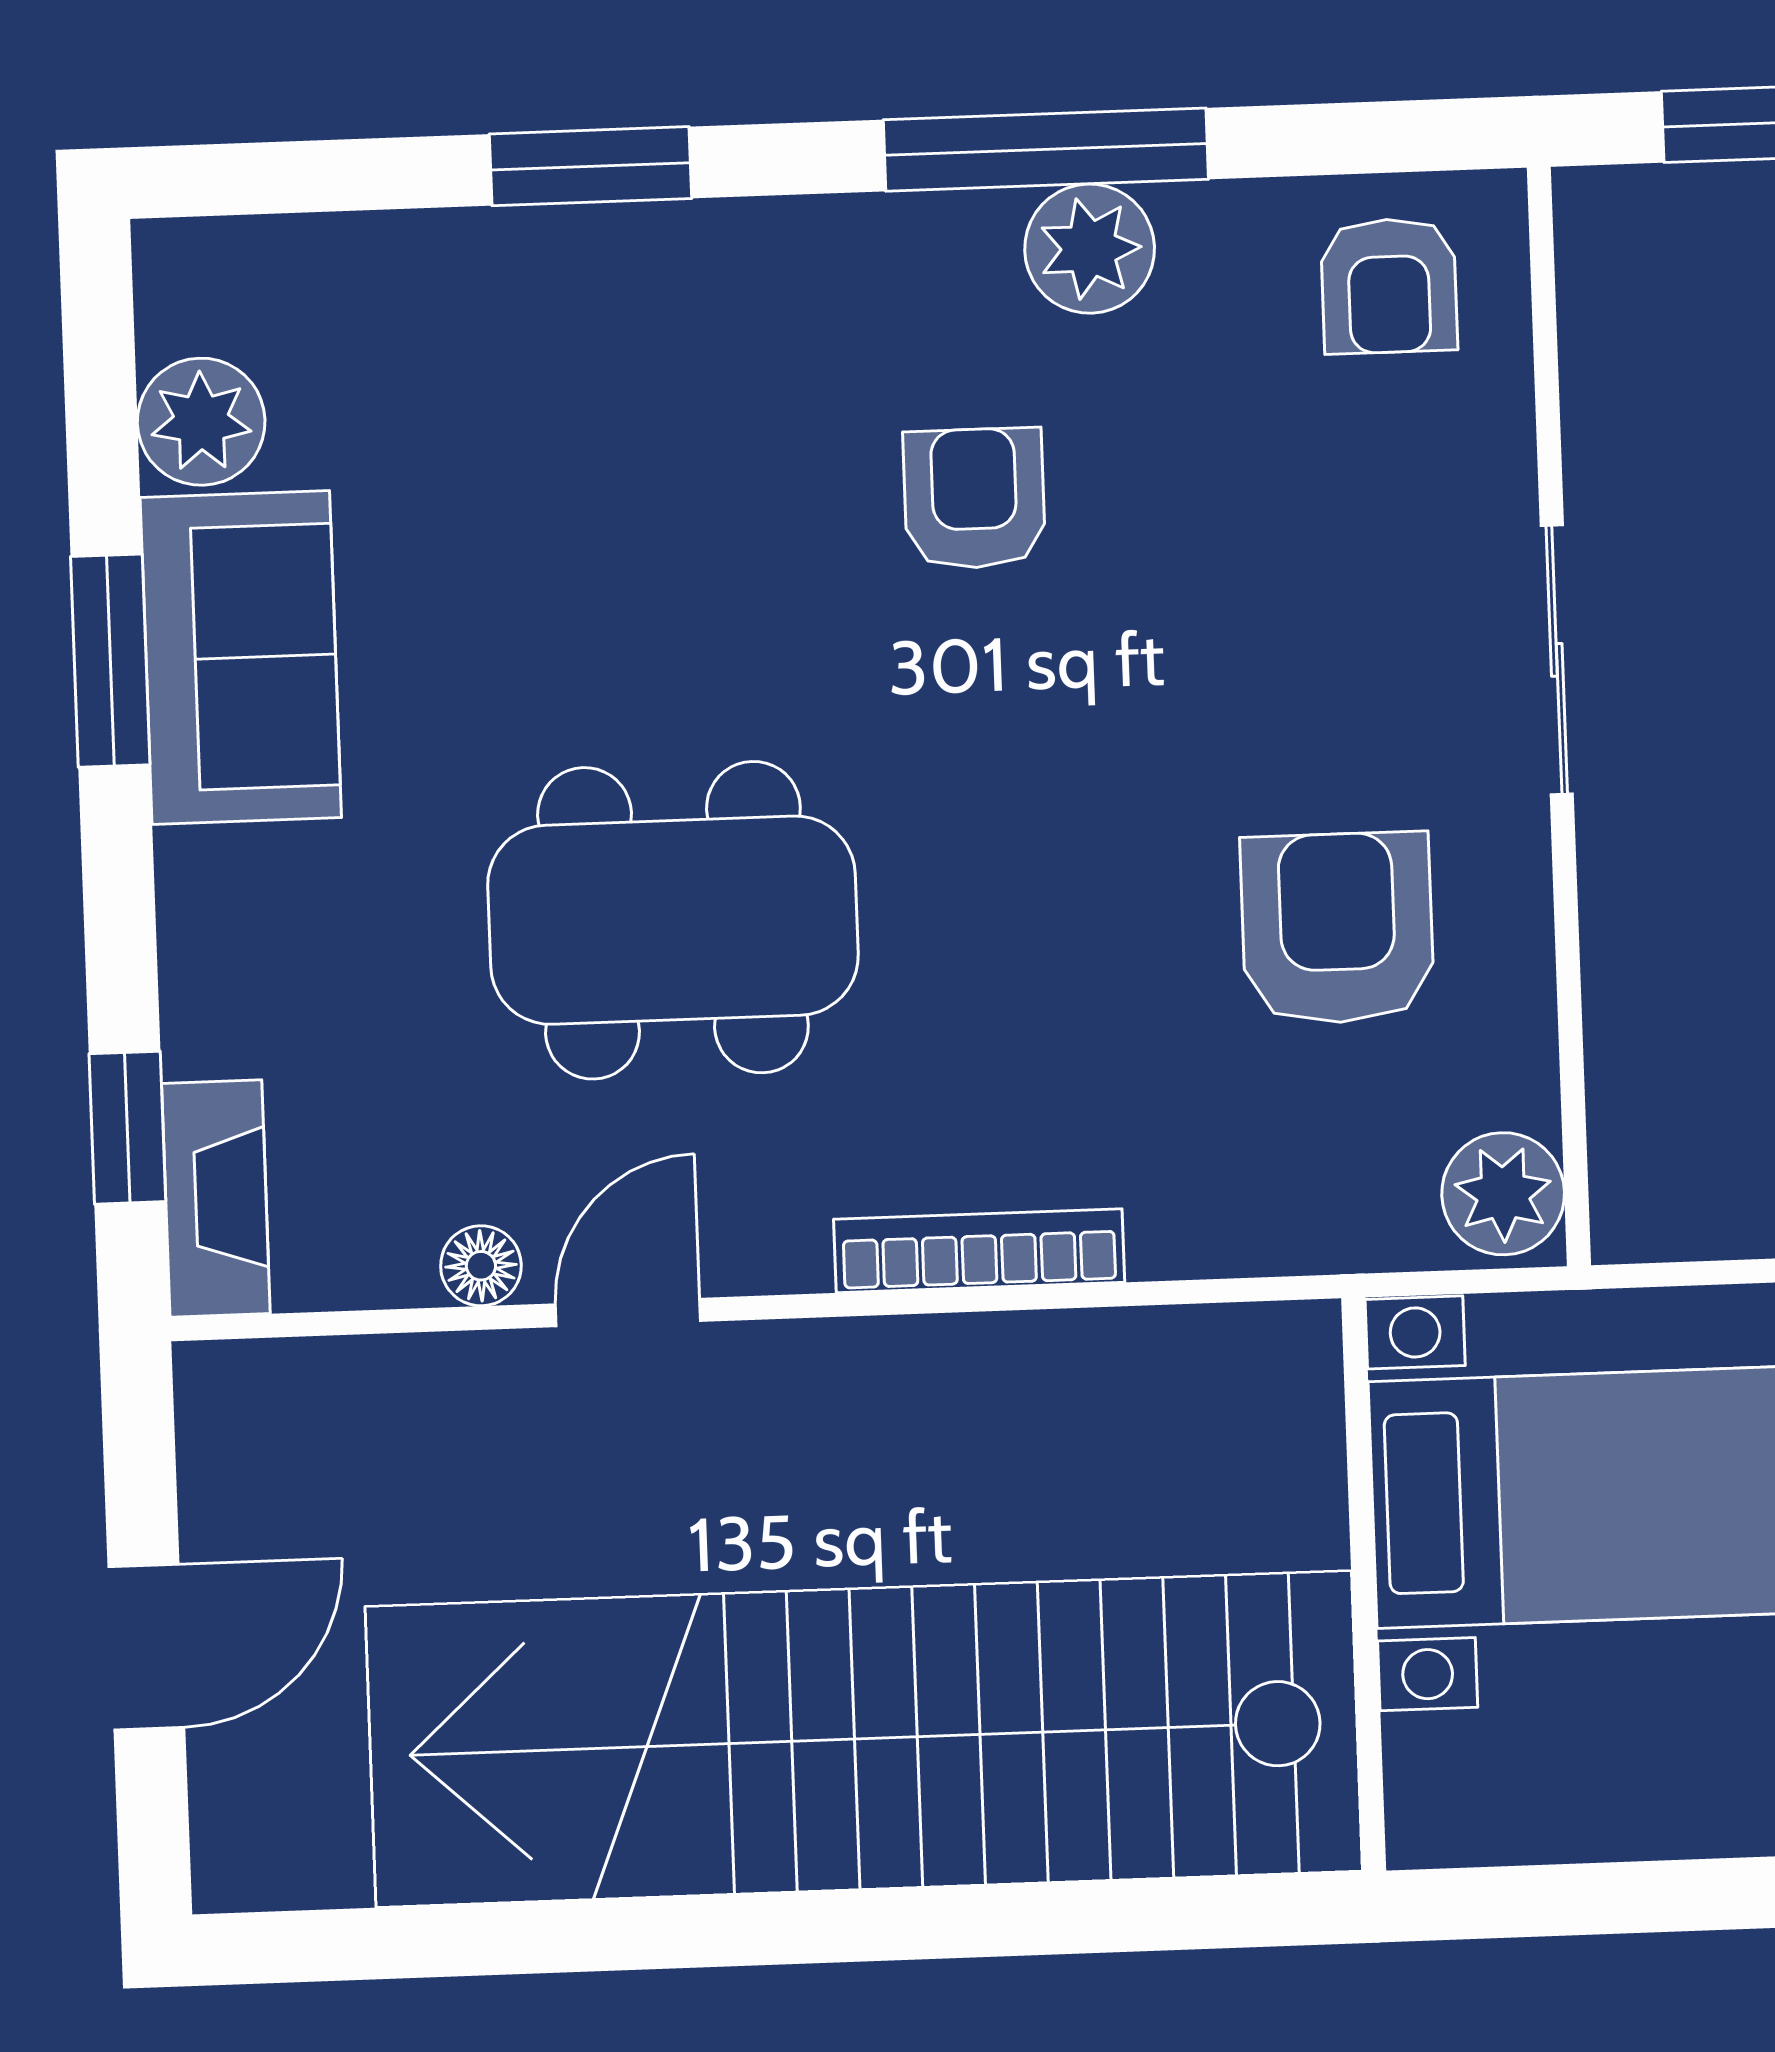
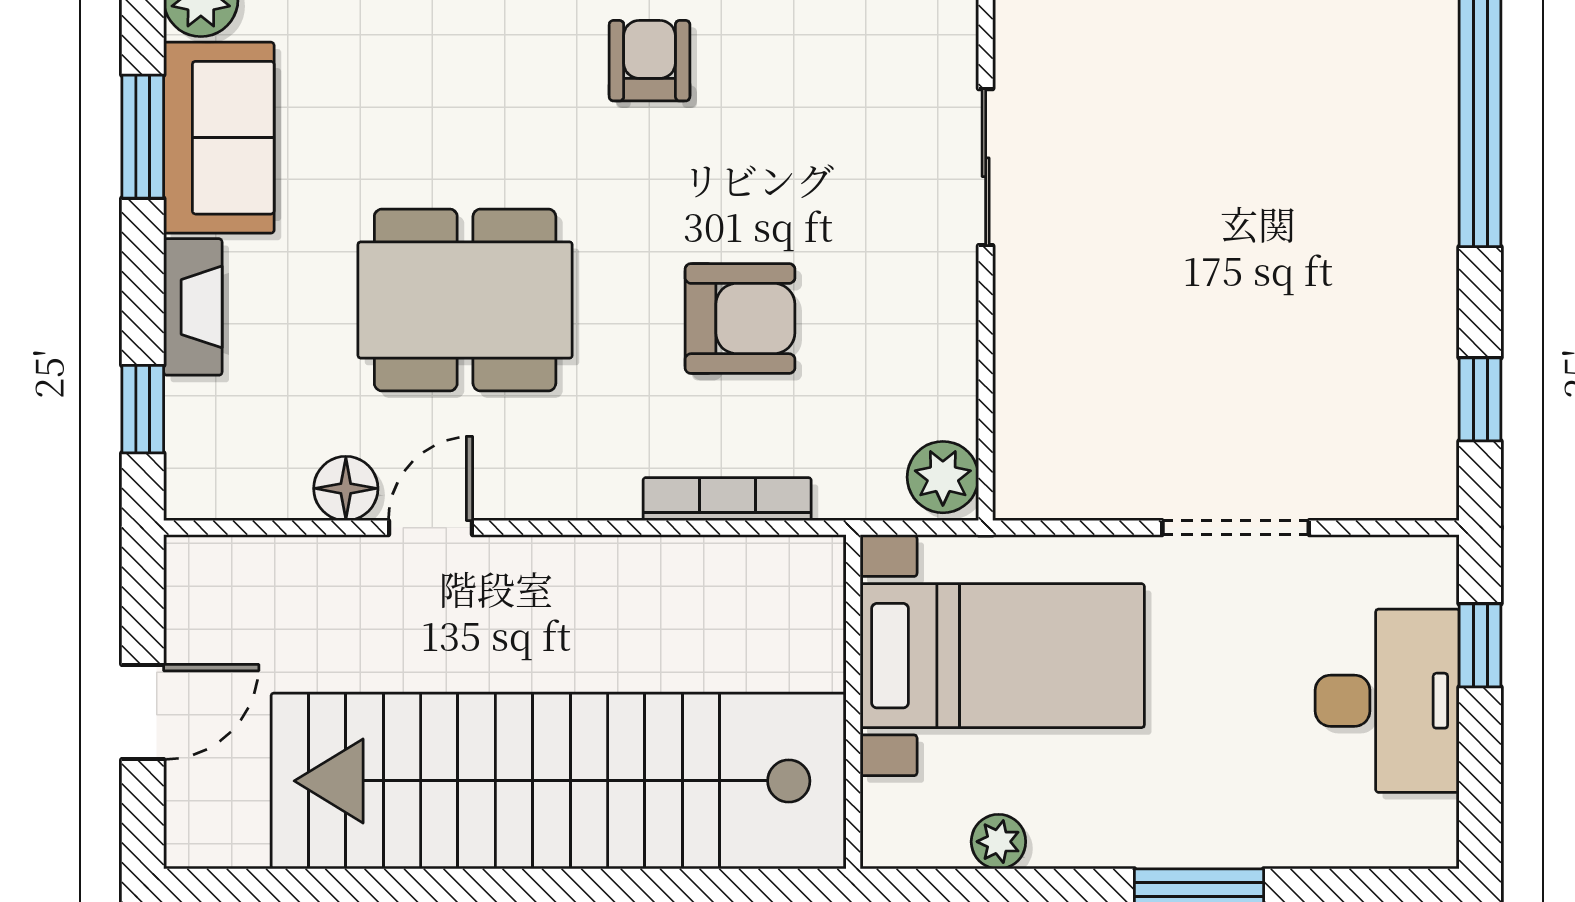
armchair: (1337, 928) -> (740, 319), moved, turned 90
fireplace: (216, 1199) -> (193, 307), moved
bookcase: (979, 1251) -> (727, 499), moved
floor lamp: (481, 1266) -> (346, 488), width x1.37, depth x1.37
plant: (1621, 1815) -> (998, 842), added

